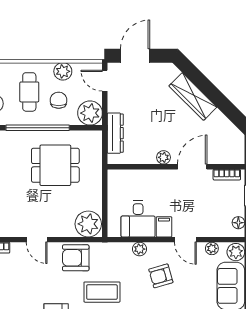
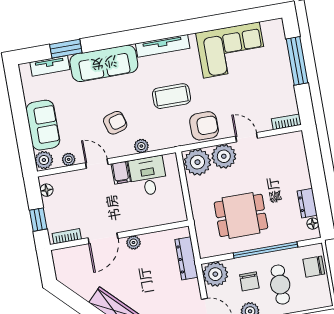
plant: (62, 225) -> (224, 156), added

